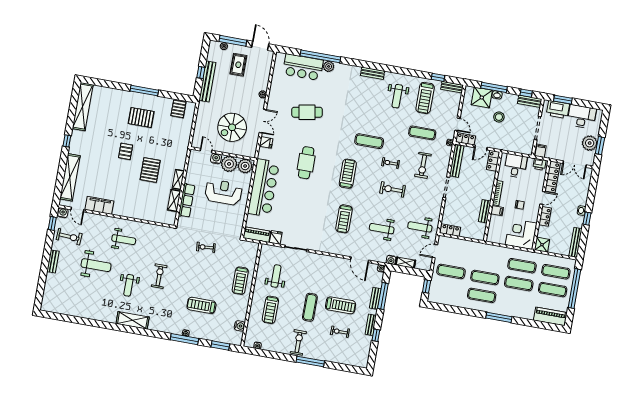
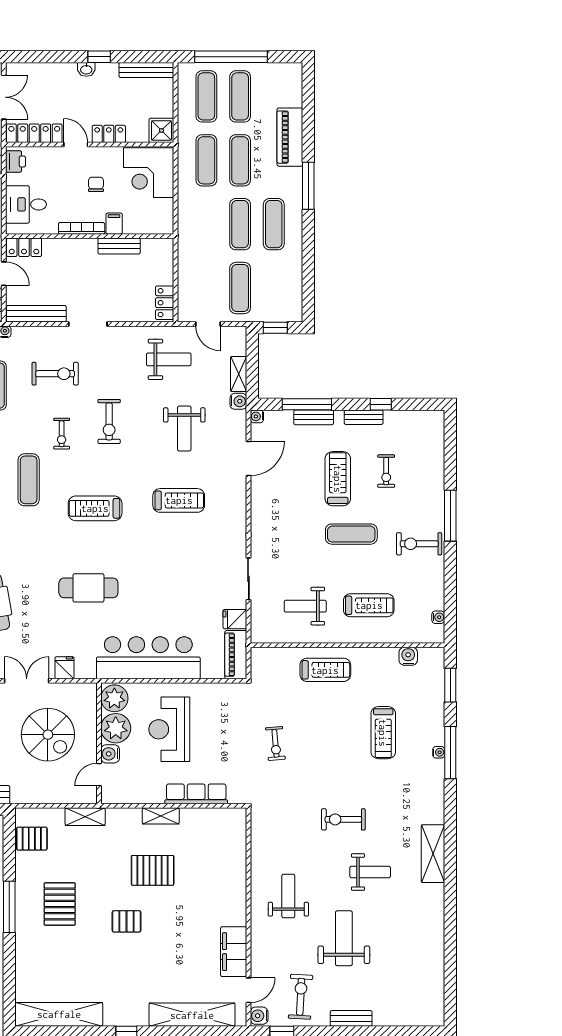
shelving: (174, 200) -> (85, 817), moved
weight bench: (420, 227) -> (169, 359), turned -90
piano: (550, 316) -> (290, 137), moved

